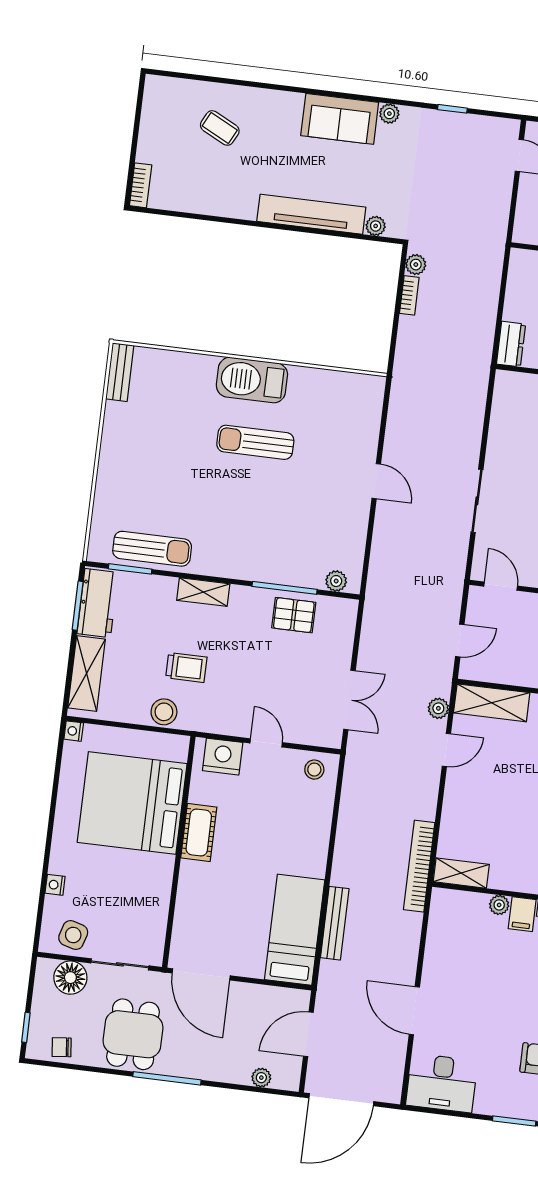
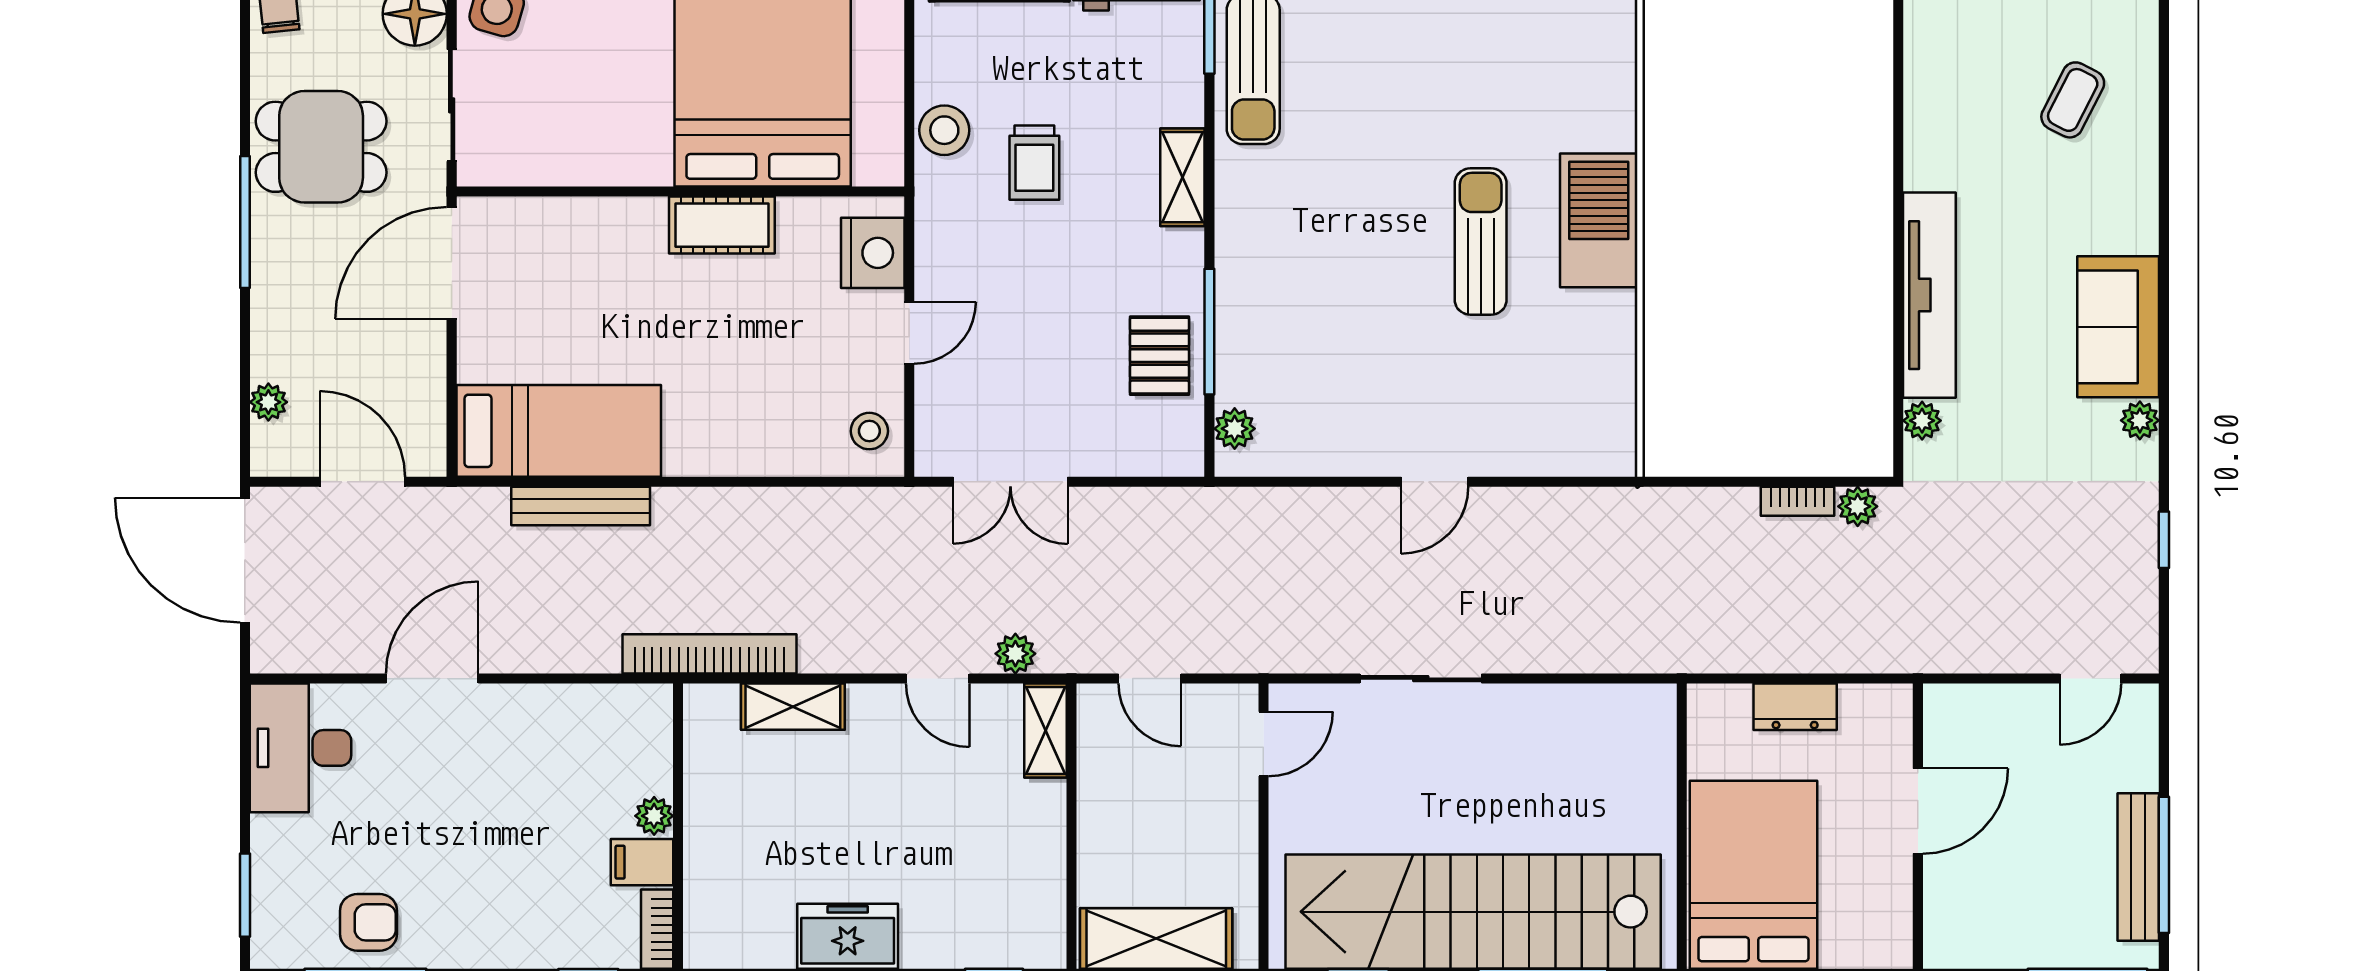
dresser: (511, 344) -> (1795, 707), moved
shelving: (492, 703) -> (1045, 731), width x0.67, depth x0.75
shelving: (461, 873) -> (793, 707), moved, turned 90

